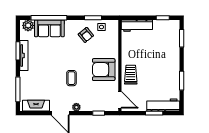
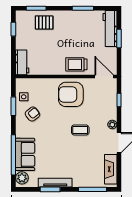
workbench: (137, 26) -> (22, 62), width x0.73
pallet: (169, 45) -> (44, 22), added
armchair: (104, 70) -> (71, 94), turned 90
door: (120, 100) -> (104, 77), hinge flipped

